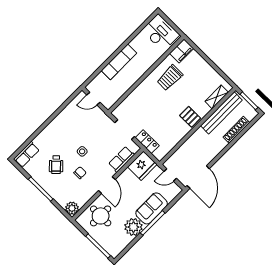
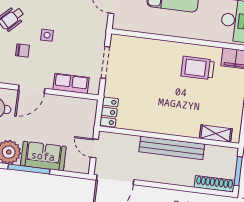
bench: (221, 113) -> (172, 148), moved
pallet: (190, 117) -> (173, 122), removed
shoe rack: (236, 130) -> (214, 184), moved
locker: (147, 142) -> (109, 112), moved
fridge: (142, 166) -> (81, 111), removed

